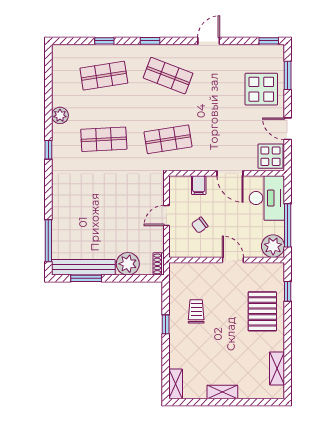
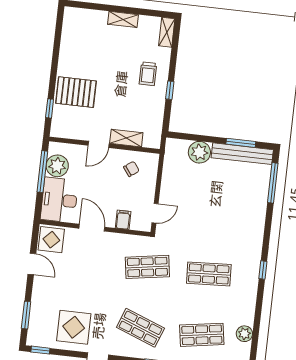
display table: (261, 89) -> (74, 327), moved
plant: (60, 115) -> (244, 334), moved
door: (166, 215) -> (155, 213), moved
chair: (200, 225) -> (131, 169), moved
plant: (273, 246) -> (57, 166), moved
door: (233, 260) -> (99, 144), hinge flipped
shoe rack: (159, 264) -> (170, 149), removed
trolley: (196, 311) -> (148, 74), moved
pallet: (262, 311) -> (76, 92), turned 90
shelving: (277, 369) -> (126, 138), moved, turned 90

